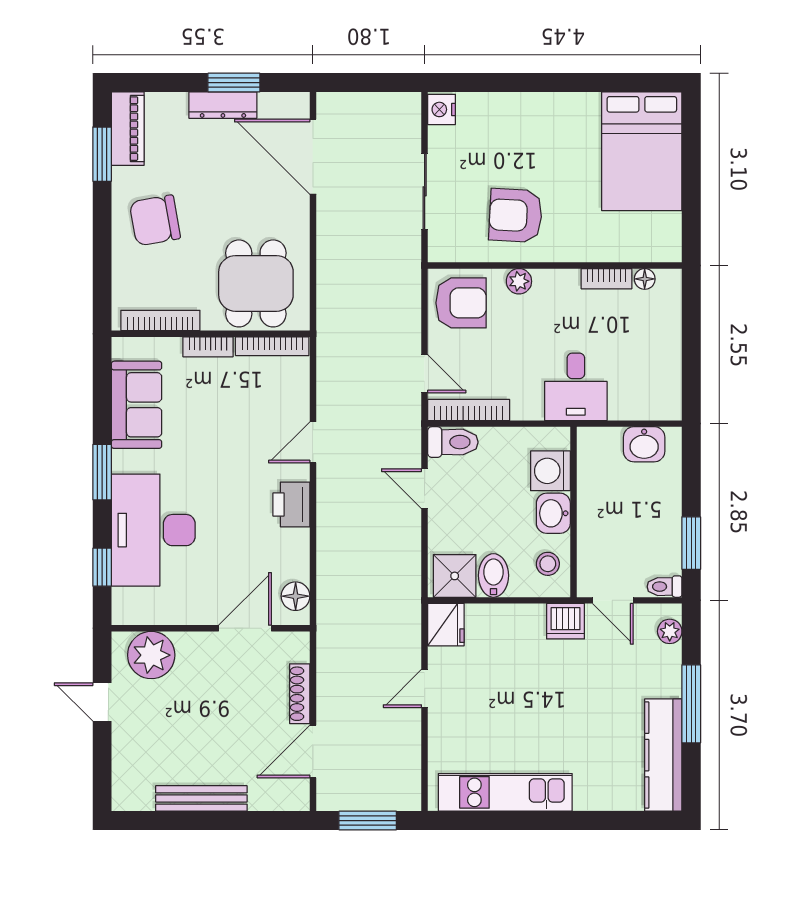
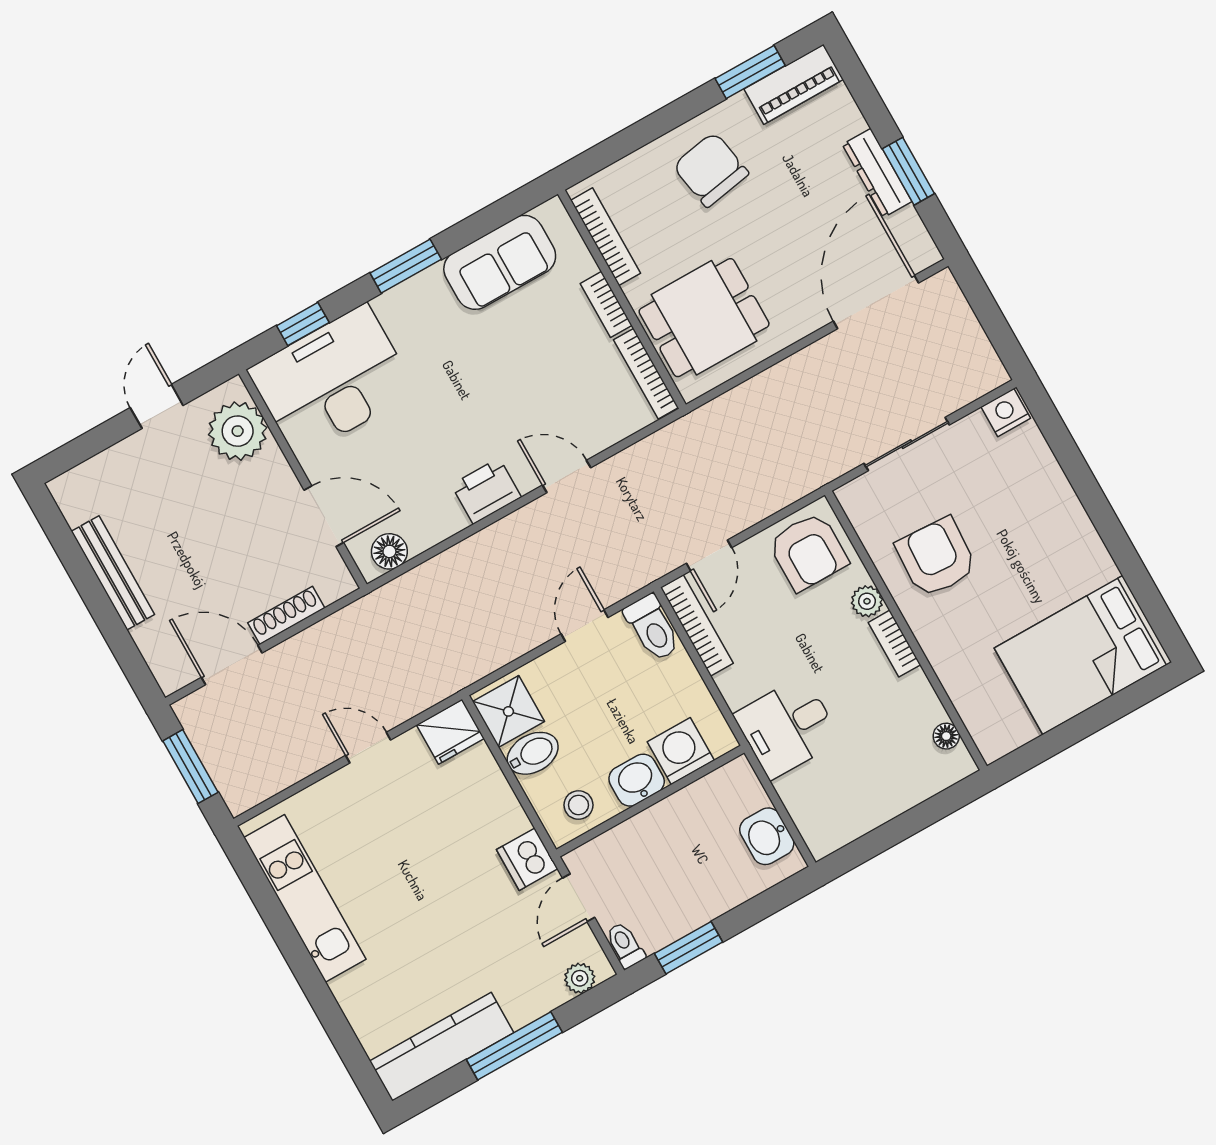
bookcase: (606, 279) -> (894, 644), moved
desk: (153, 530) -> (332, 381), moved

